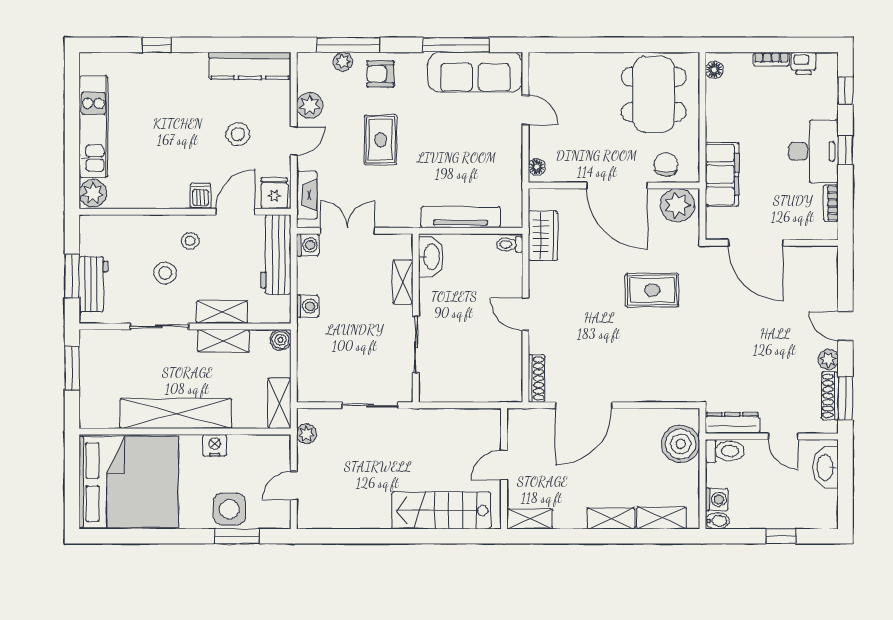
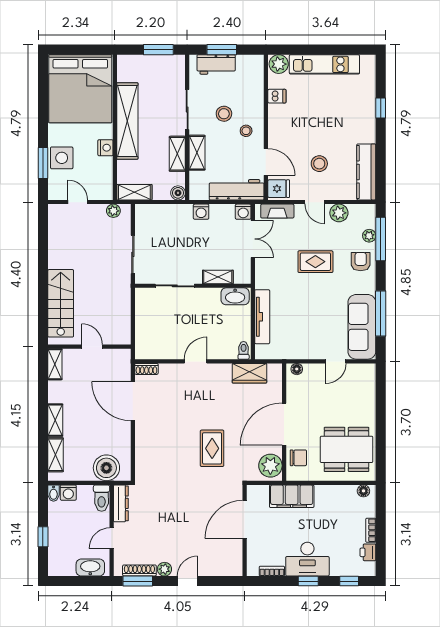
dishwasher: (201, 196) -> (277, 96), moved
shoe rack: (537, 378) -> (146, 369), width x0.70

